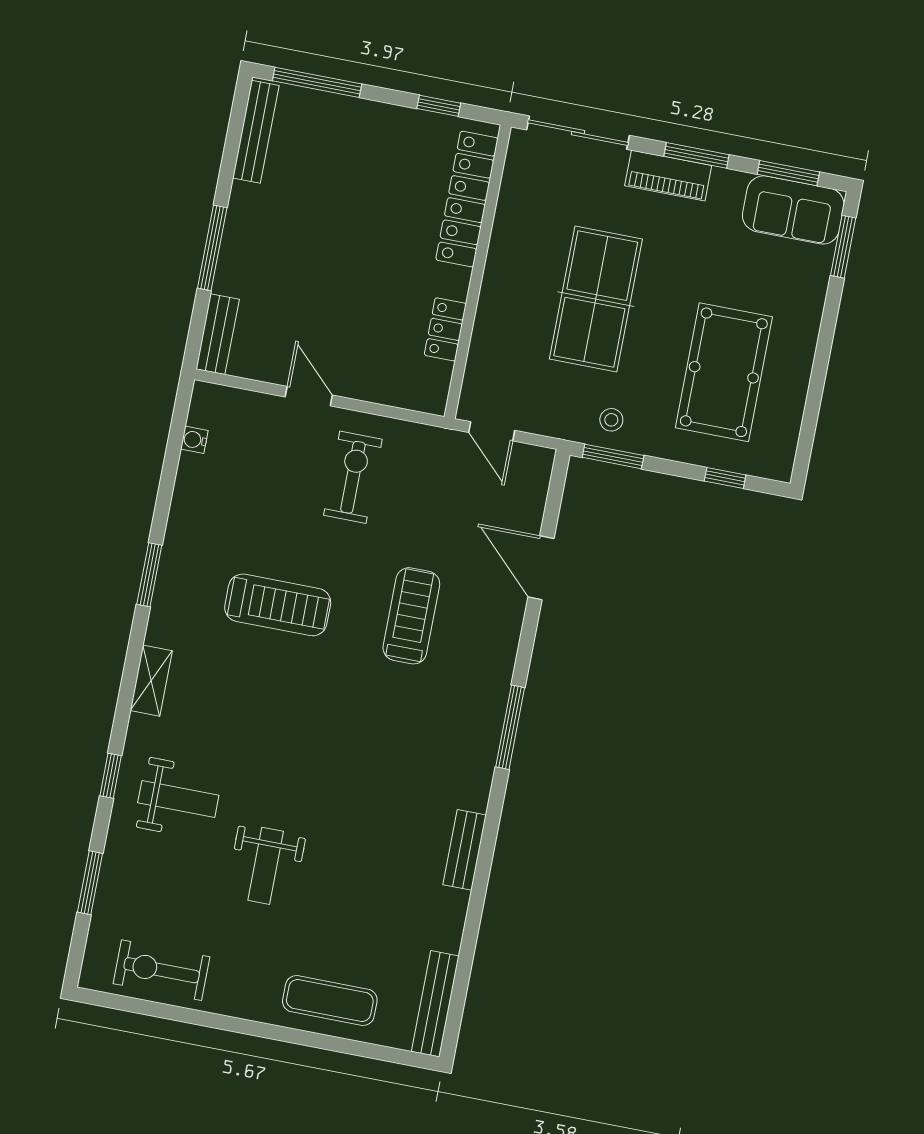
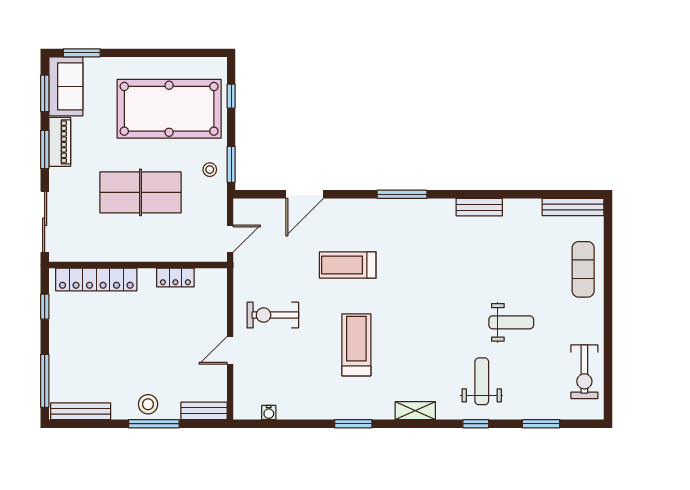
piano: (668, 176) -> (60, 142), moved
stool: (246, 244) -> (148, 404), added
pool table: (724, 372) -> (169, 109), width x1.36, depth x1.32

